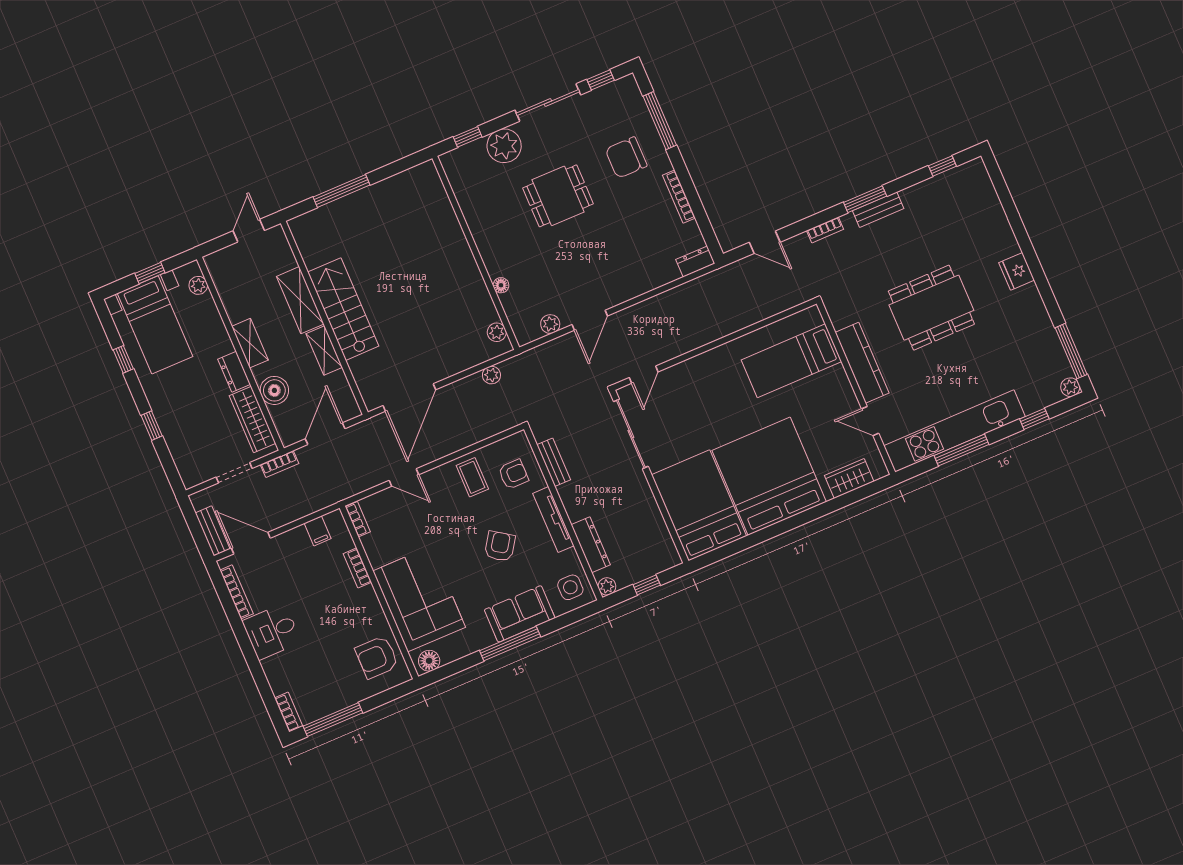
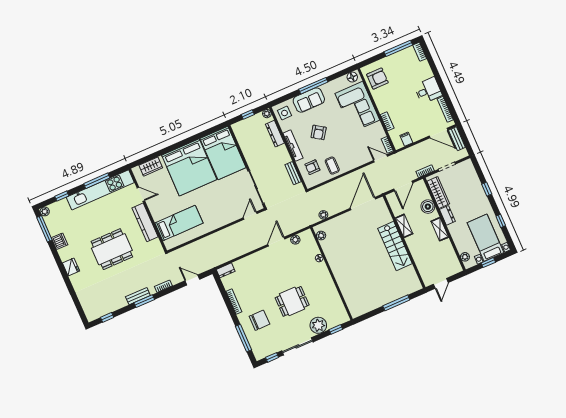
shelving: (300, 300) -> (416, 250), removed
dishwasher: (1040, 325) -> (60, 241), added
door: (404, 477) -> (381, 158), moved

